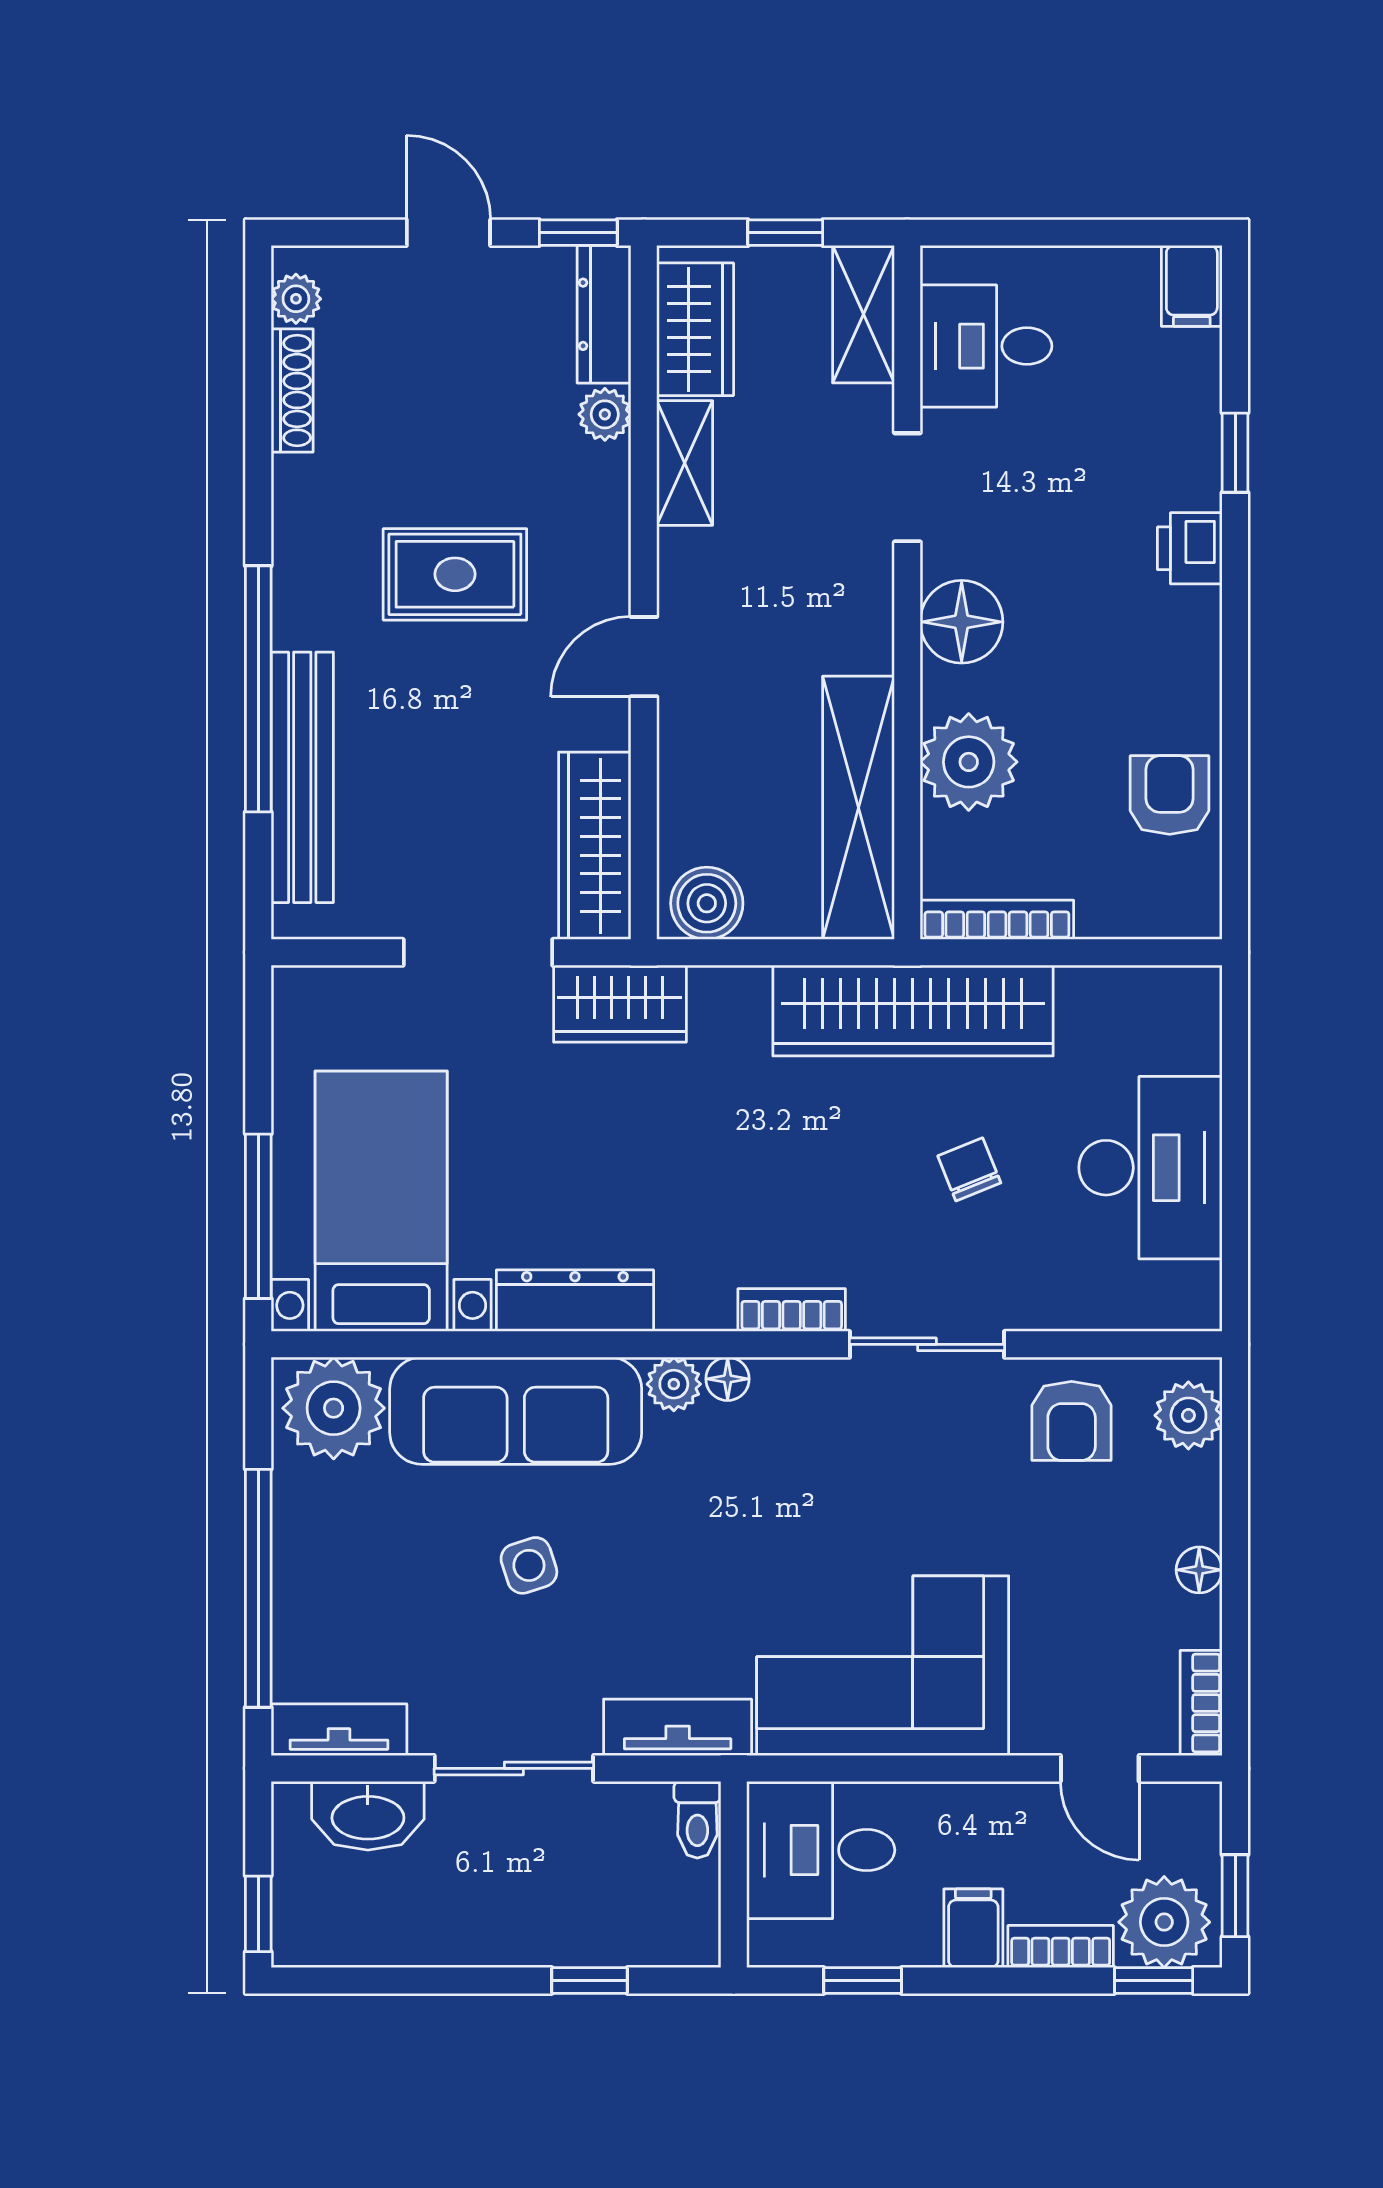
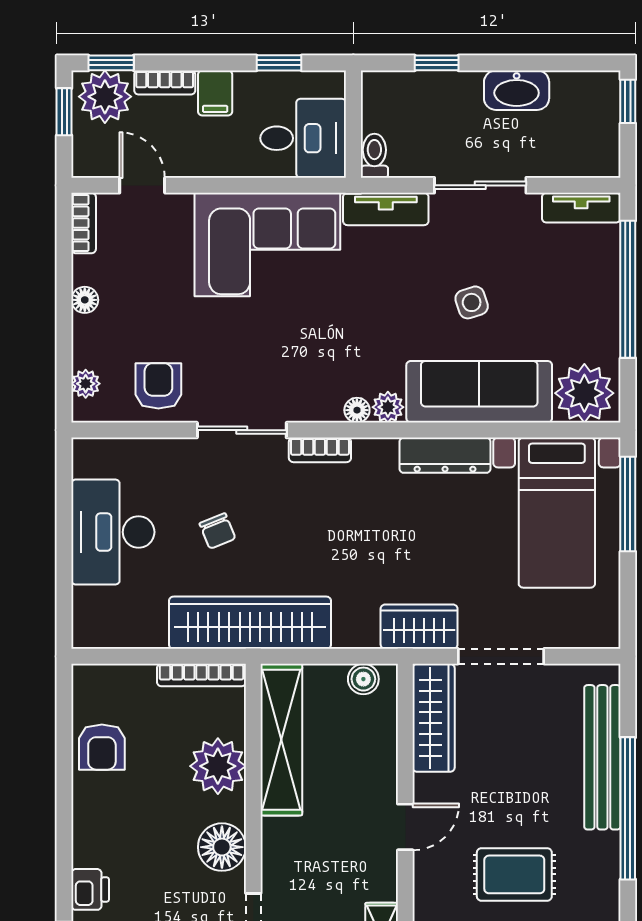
boiler: (707, 903) -> (363, 679), width x0.73, depth x0.73
plant: (1188, 1415) -> (86, 384), width x0.73, depth x0.73
washbasin: (368, 1816) -> (517, 90), moved, turned 180

